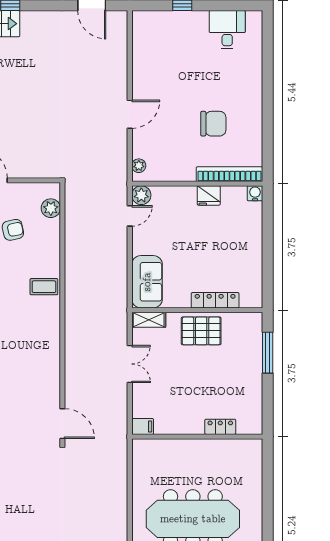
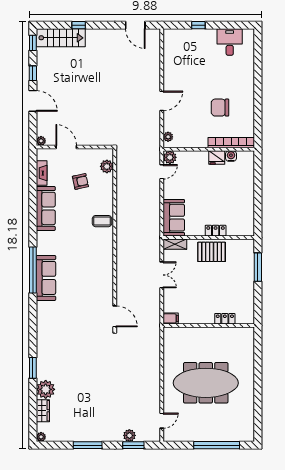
chair: (213, 124) -> (220, 108), turned 180
water cooler: (255, 193) -> (231, 156), moved
locker: (215, 300) -> (216, 231), width x0.66

